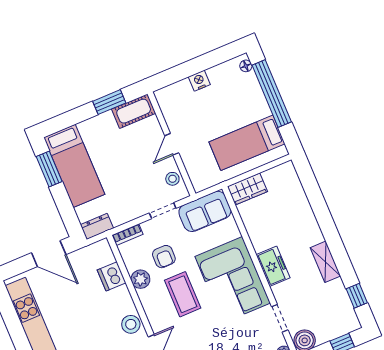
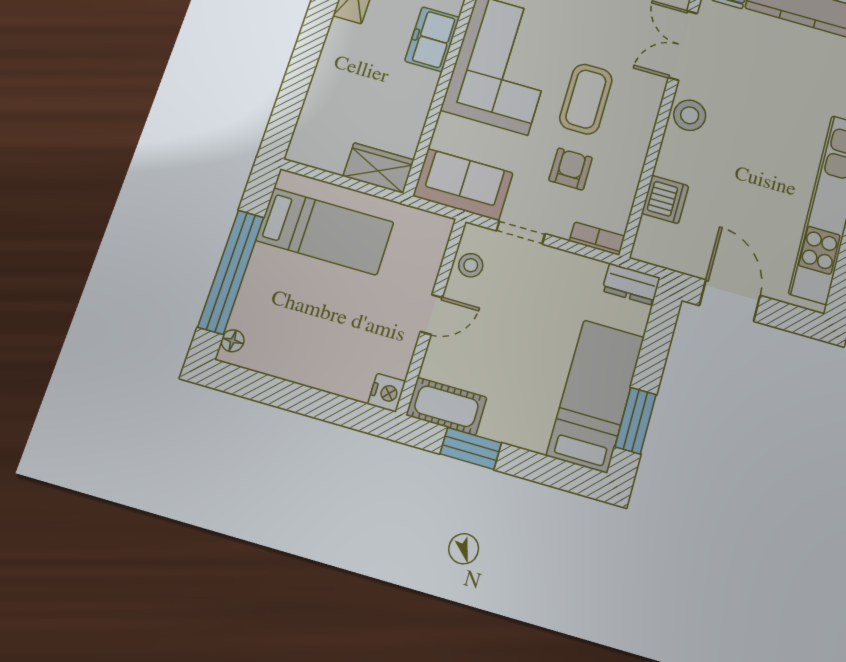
nightstand: (199, 81) -> (387, 393), moved, turned -90
plant: (140, 279) -> (628, 164), removed

